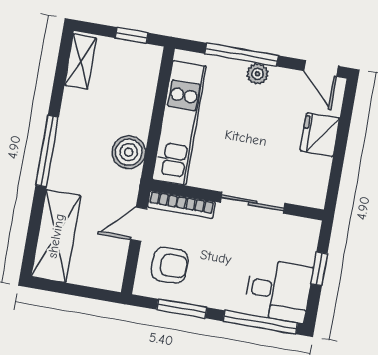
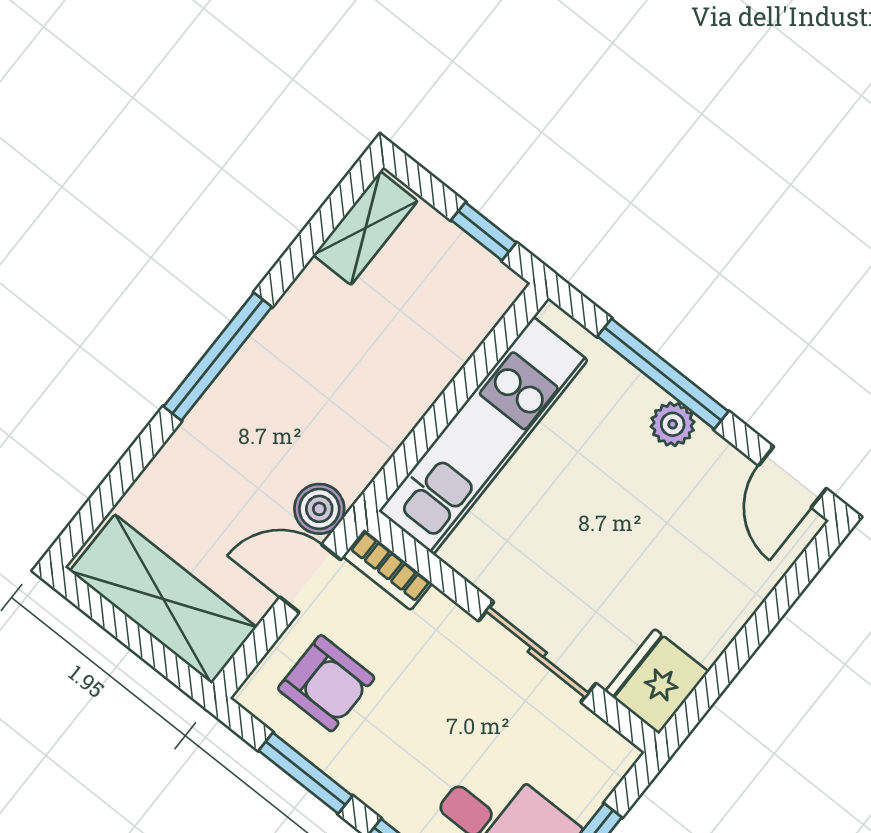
fridge: (320, 135) -> (657, 682), moved
boiler: (129, 152) -> (319, 509), moved, width x0.73, depth x0.73
bookcase: (181, 205) -> (387, 570), width x0.64
shelving: (56, 236) -> (163, 599), moved, turned 90

